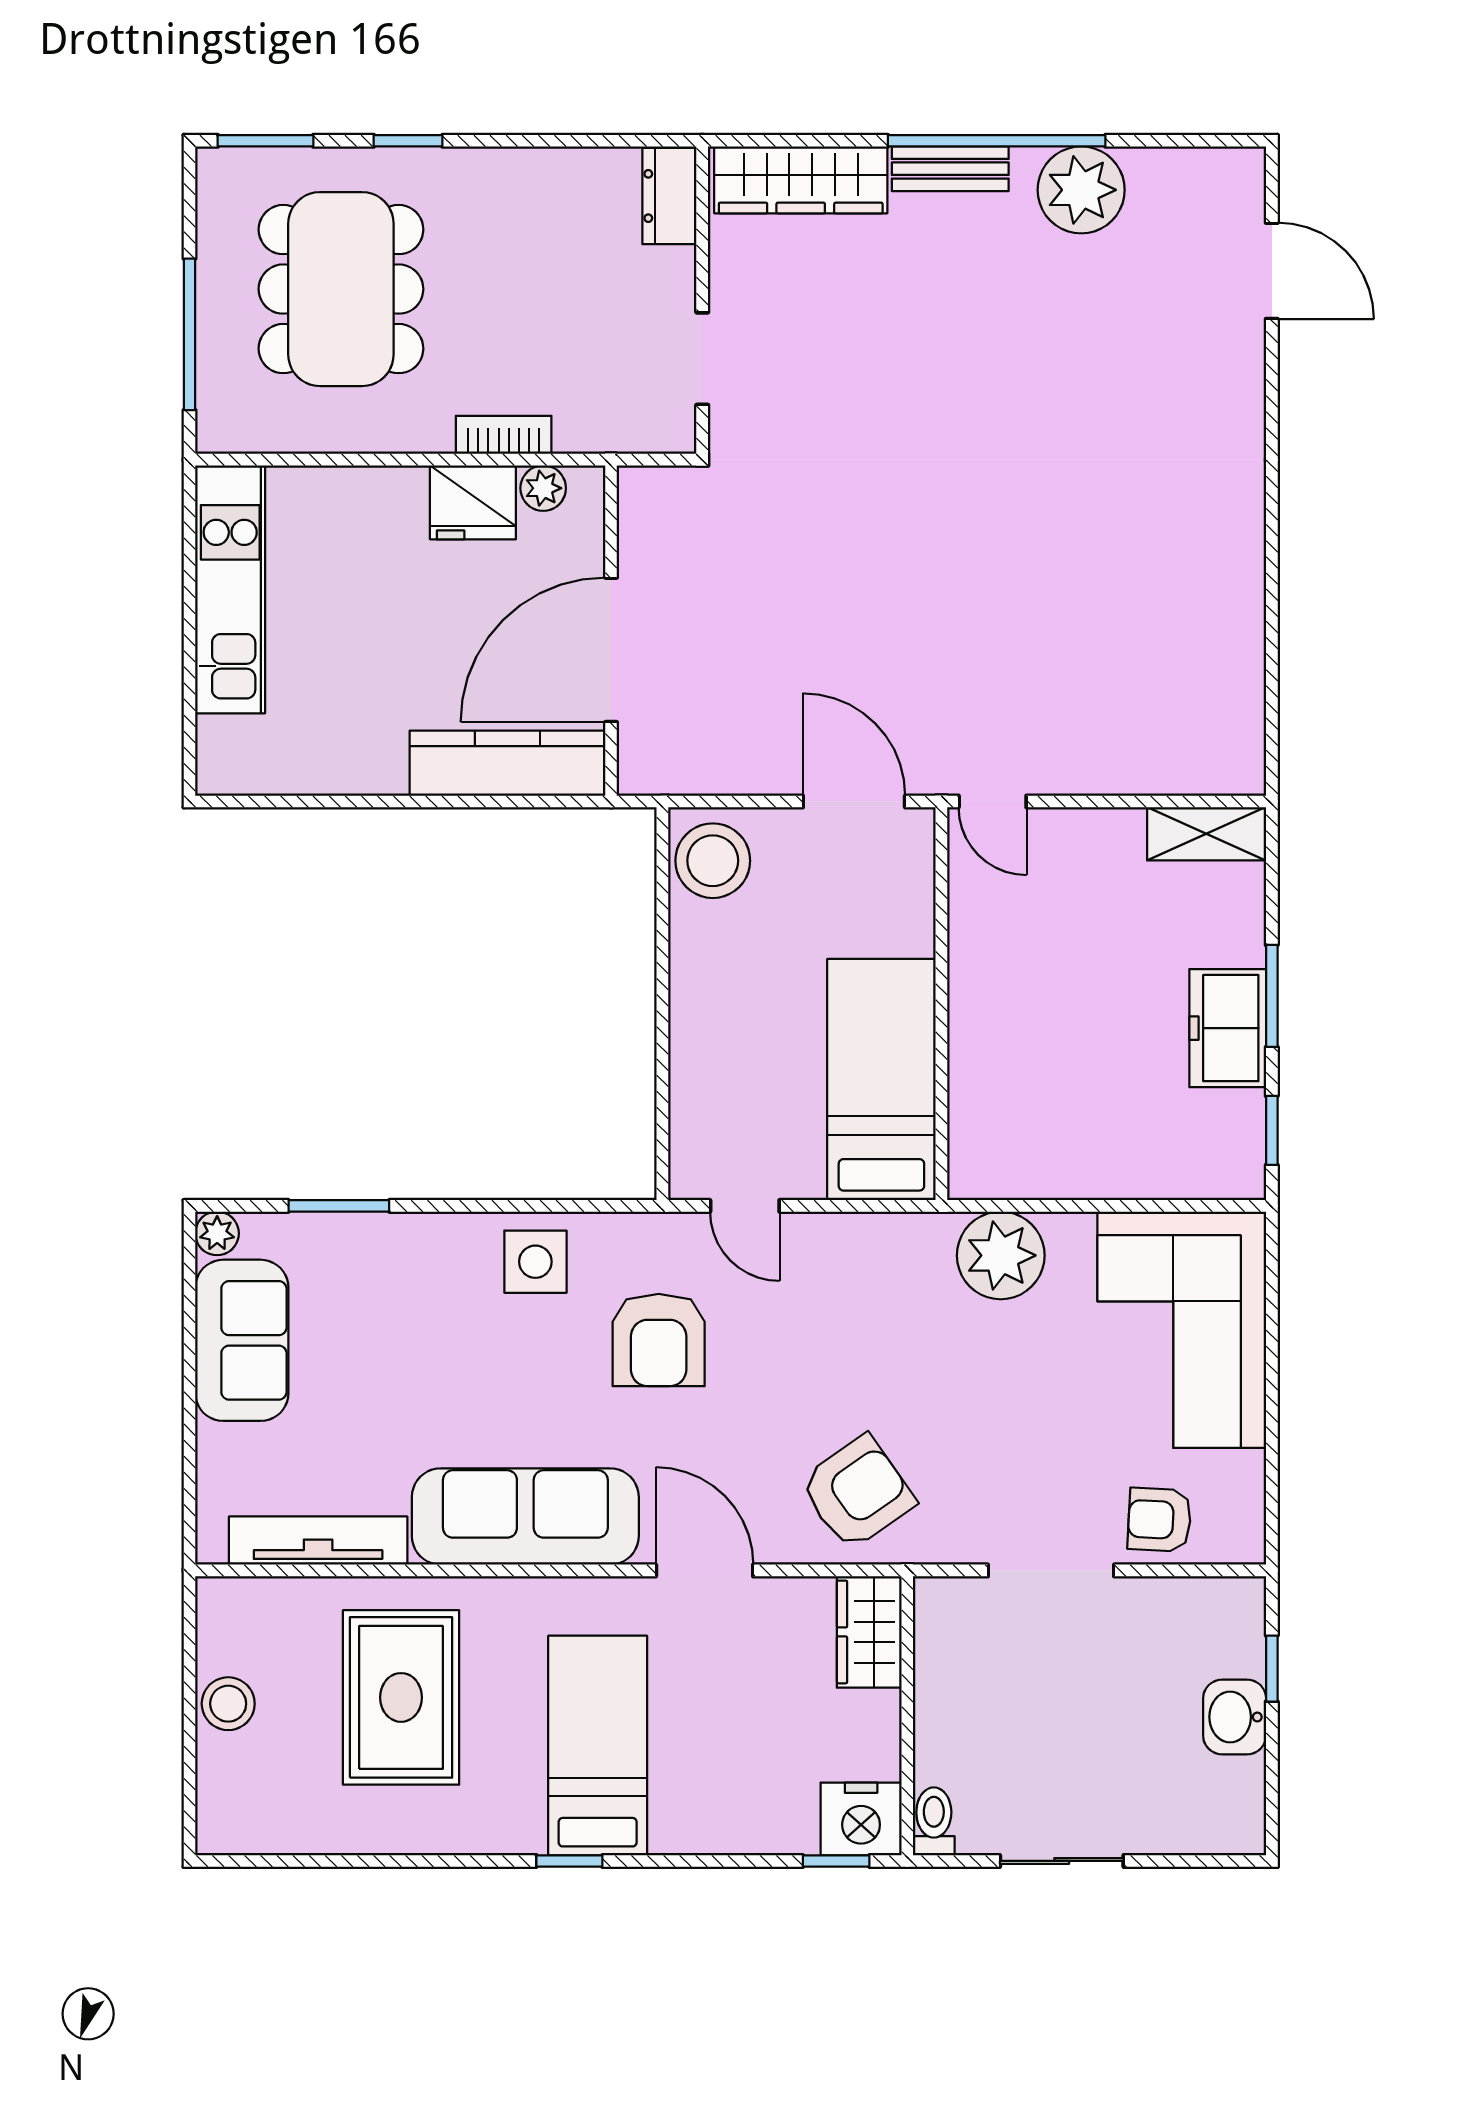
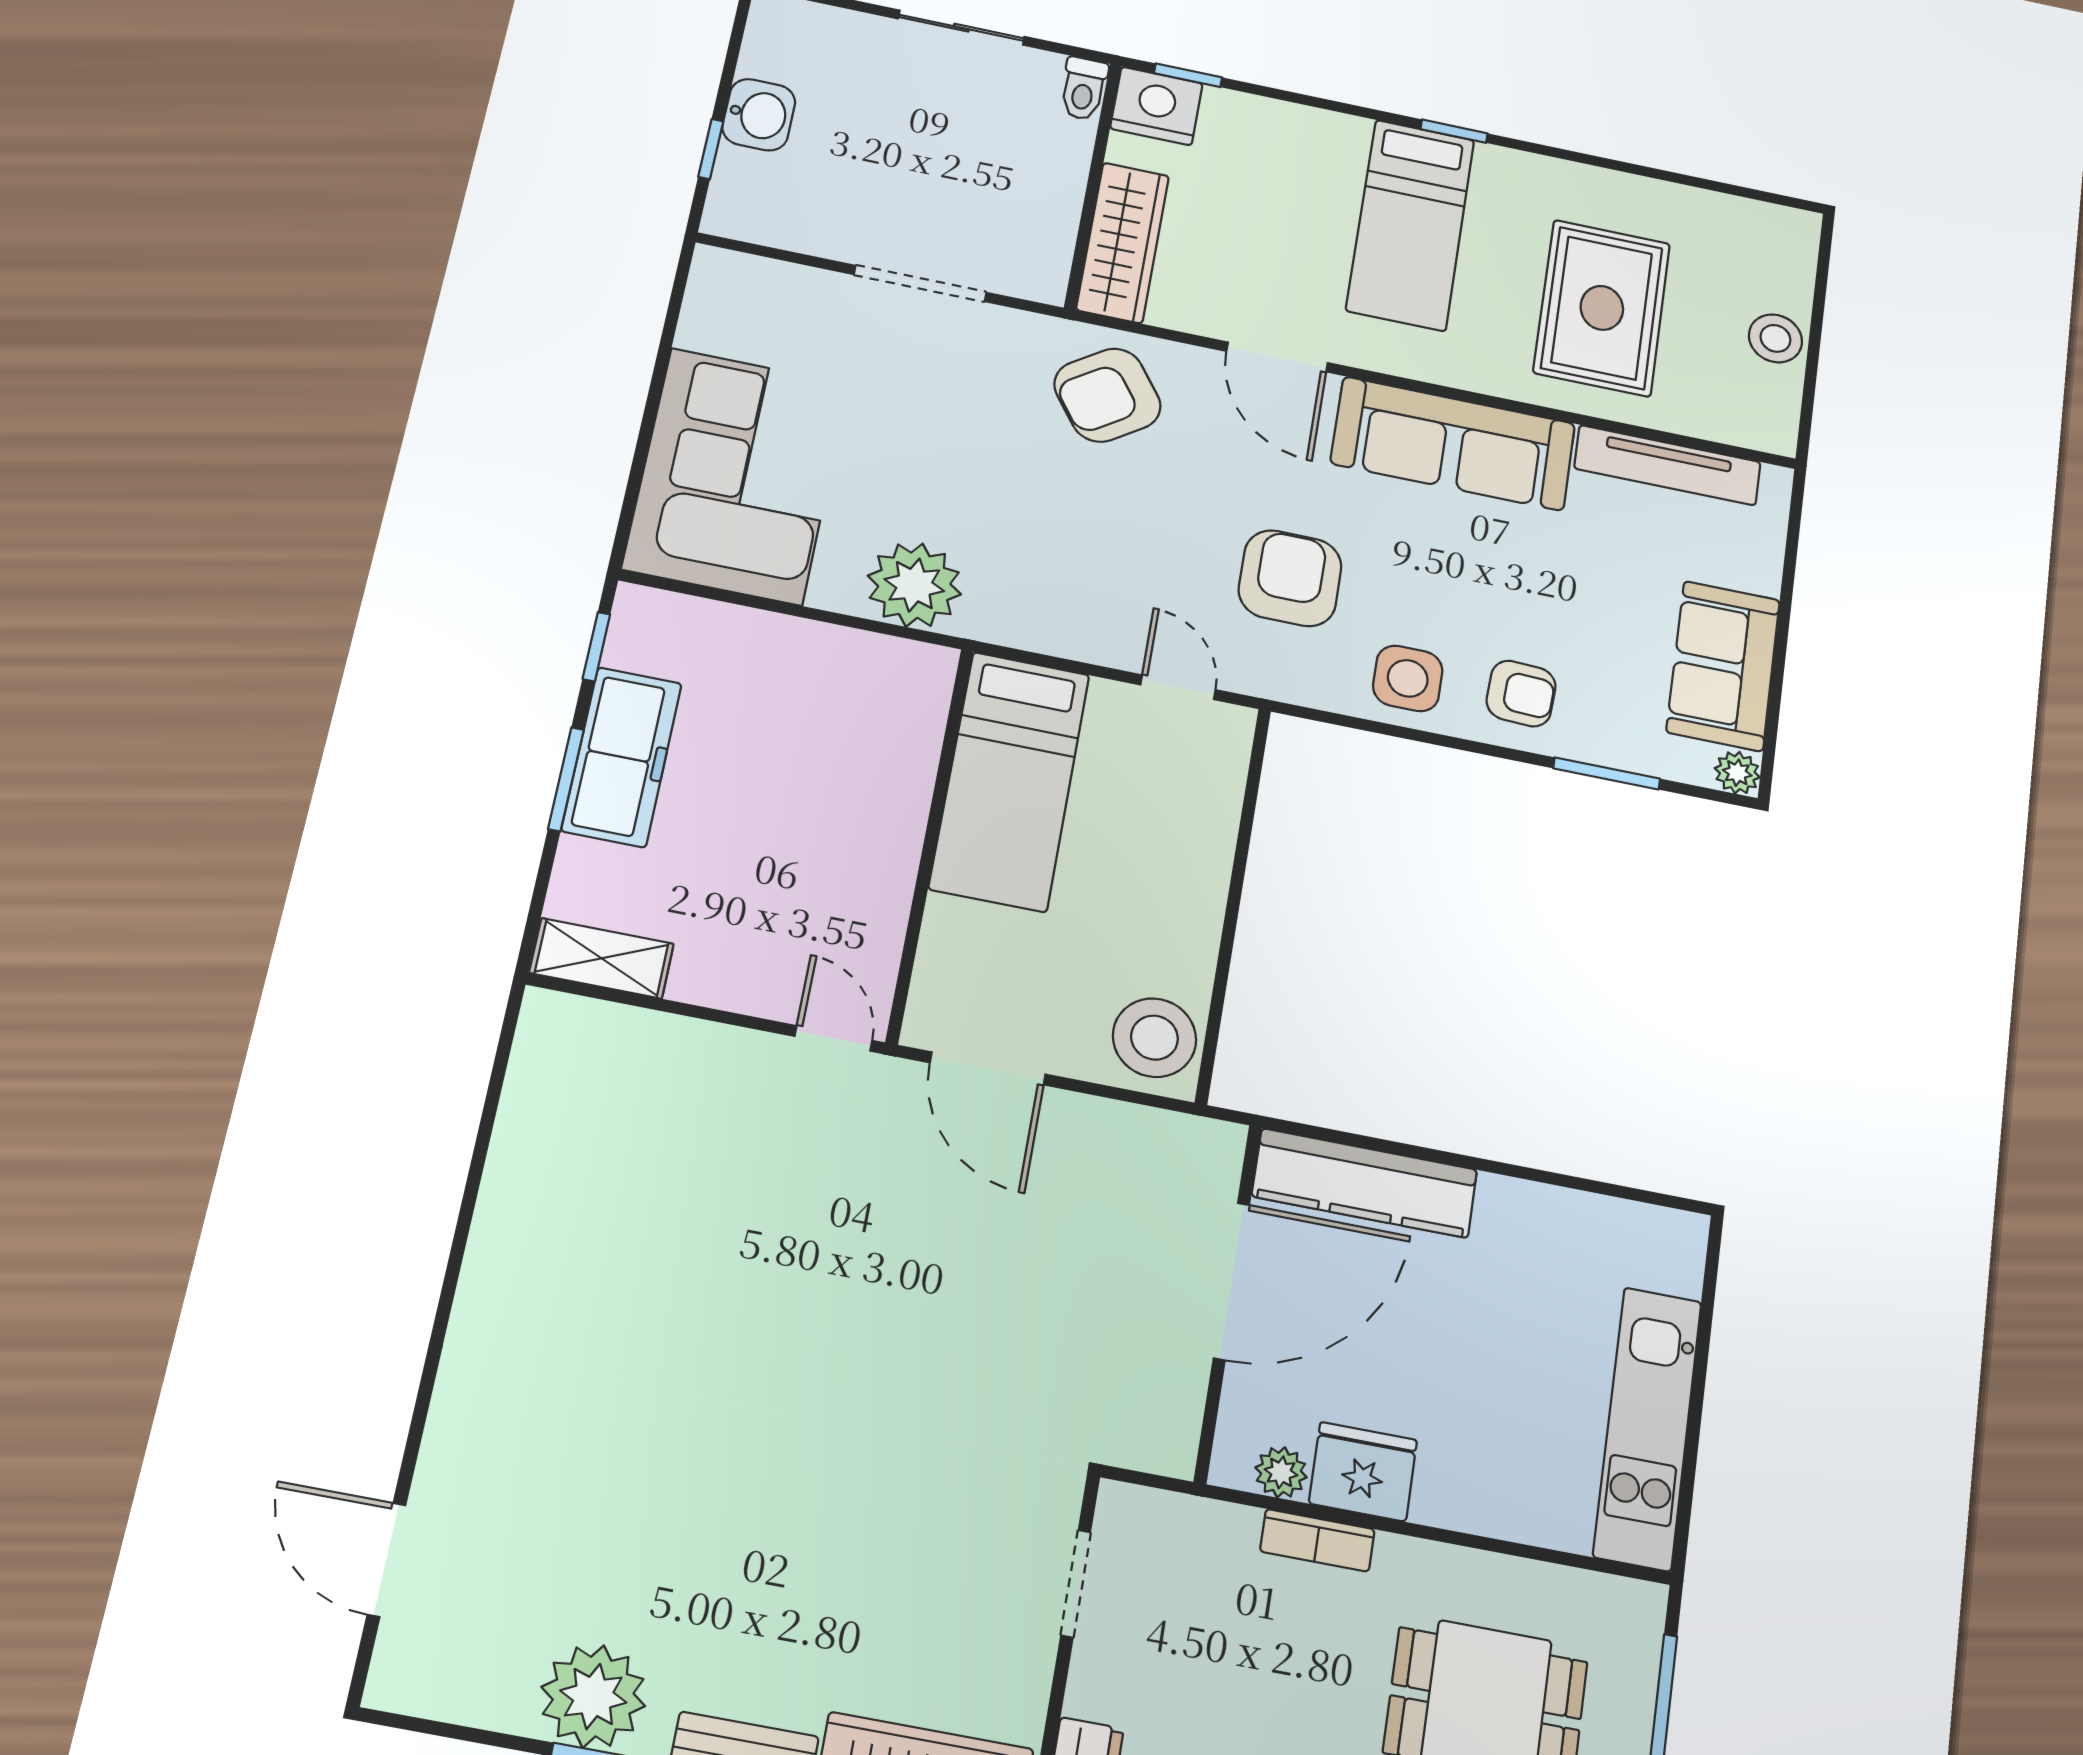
freezer: (1228, 1028) -> (622, 757), width x1.40
armchair: (1159, 1520) -> (1521, 694), moved
wardrobe: (869, 1632) -> (1123, 243), width x1.50

